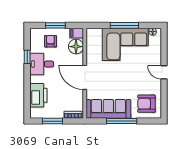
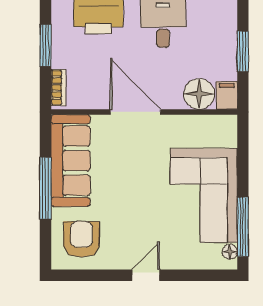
window: (124, 25) -> (243, 227), moved
armchair: (50, 41) -> (210, 41), removed
door: (85, 77) -> (136, 112), hinge flipped

